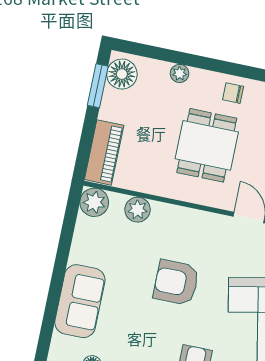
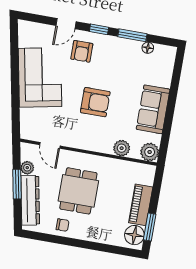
plant: (180, 73) -> (97, 237), removed
piano: (104, 152) -> (141, 205), moved
sofa: (80, 301) -> (153, 109), moved

